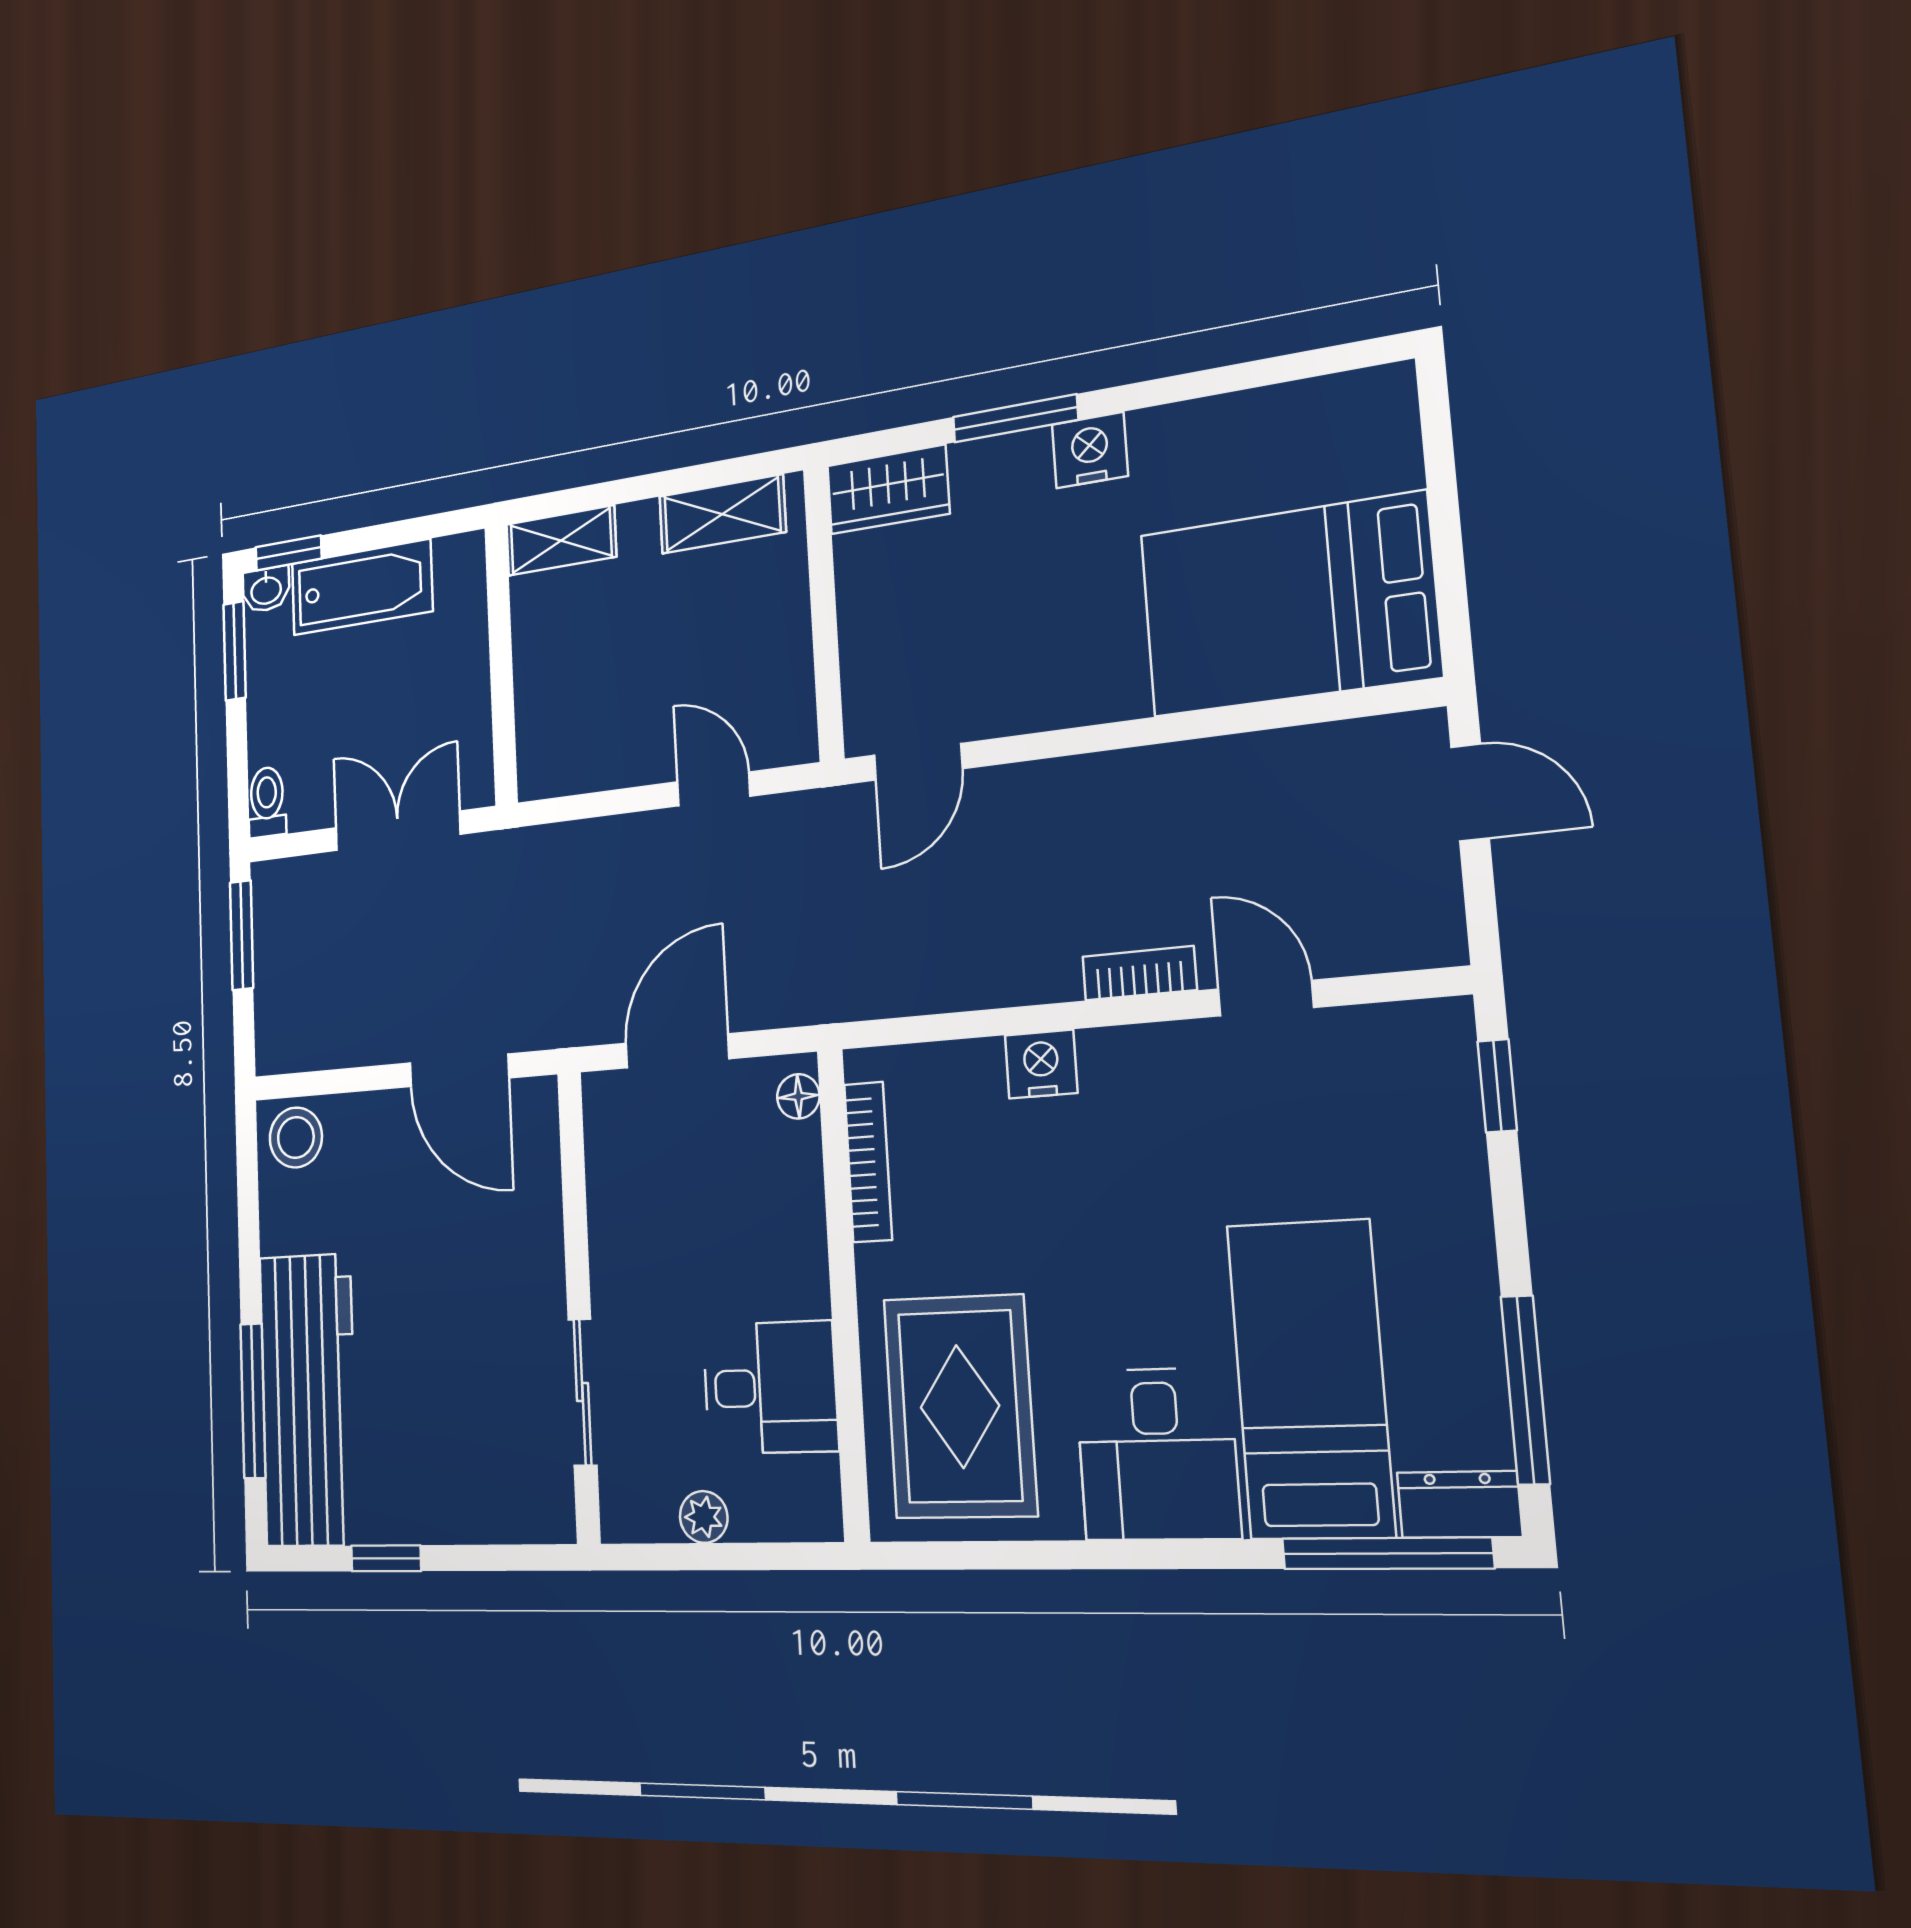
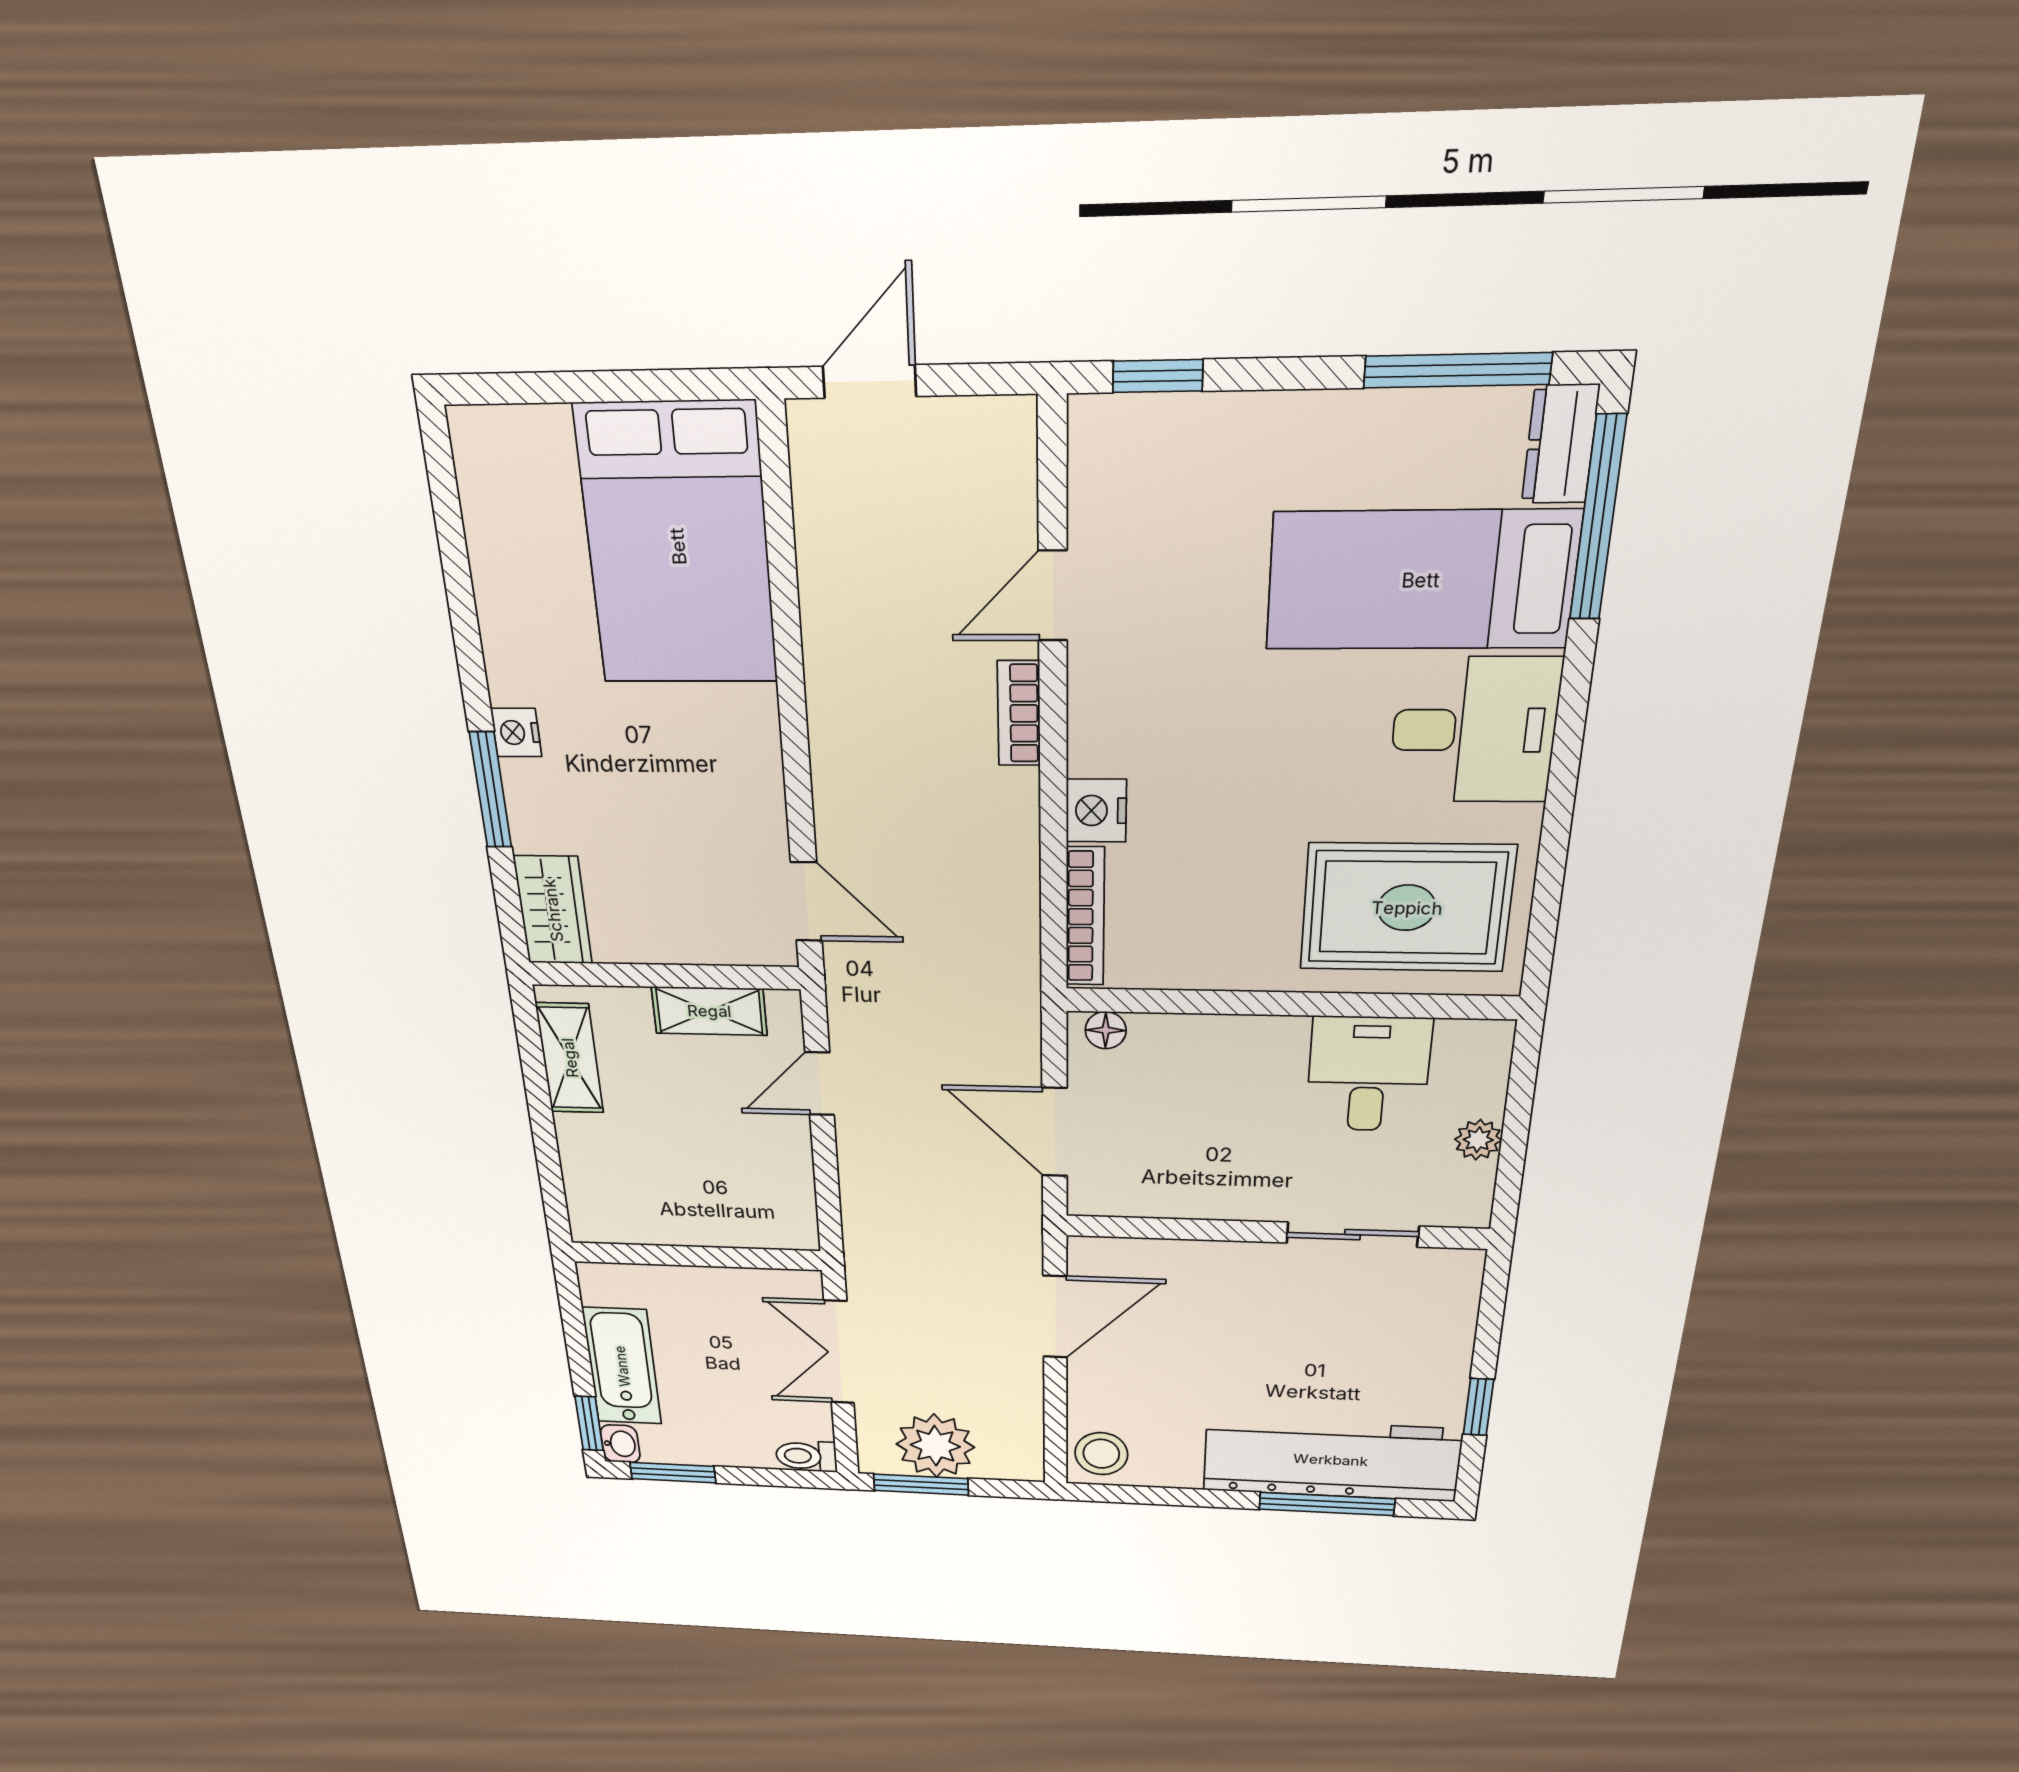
nightstand: (1090, 450) -> (516, 733), width x0.72, depth x0.74
shelving: (561, 541) -> (709, 1011), moved, turned 90
plant: (291, 948) -> (935, 1446), added
bookcase: (868, 1162) -> (1085, 917), moved, turned 90

